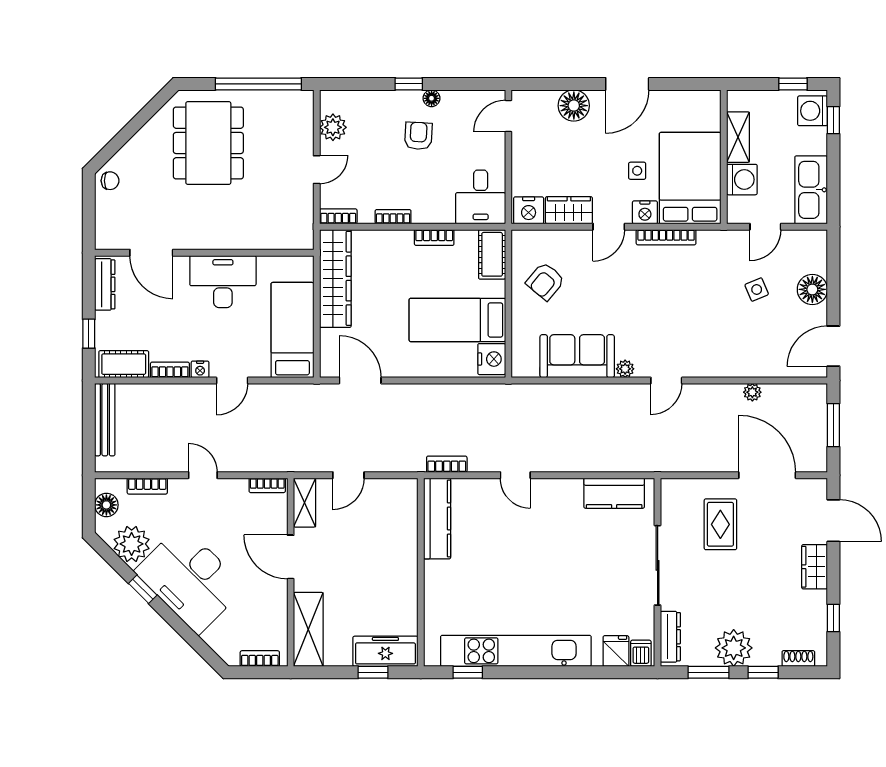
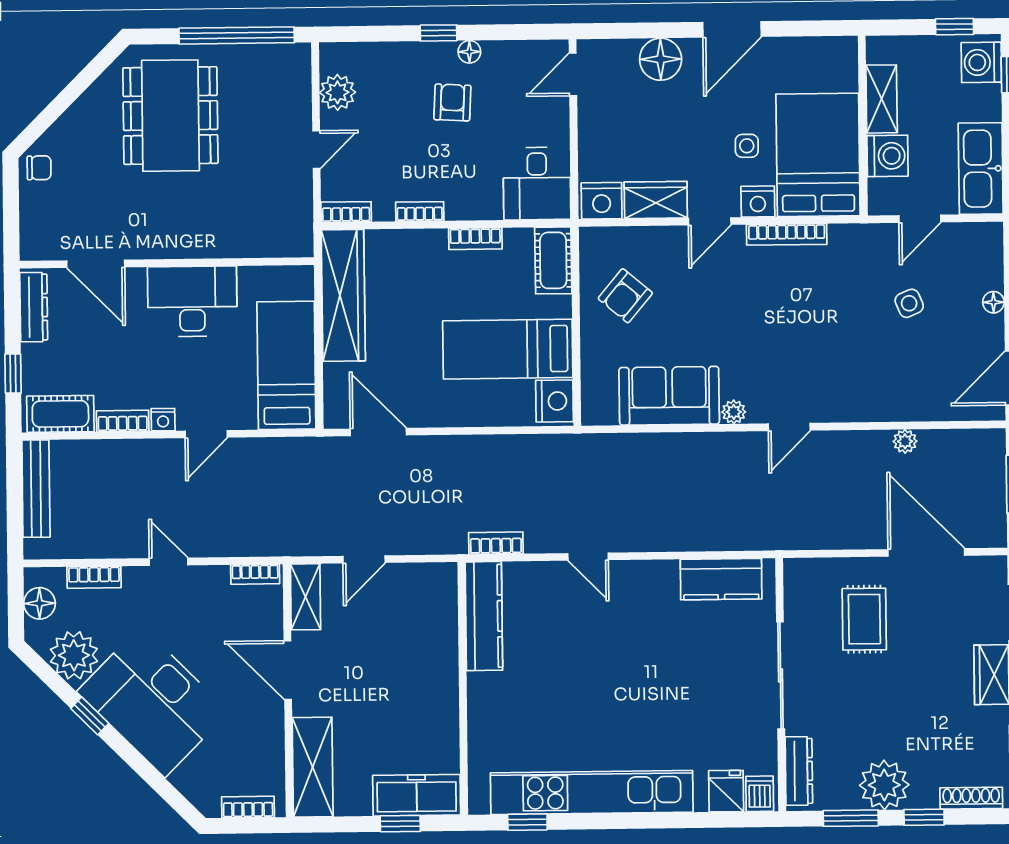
floor lamp: (812, 289) -> (993, 302), width x0.53, depth x0.53
shoe rack: (798, 658) -> (971, 798), width x1.43

